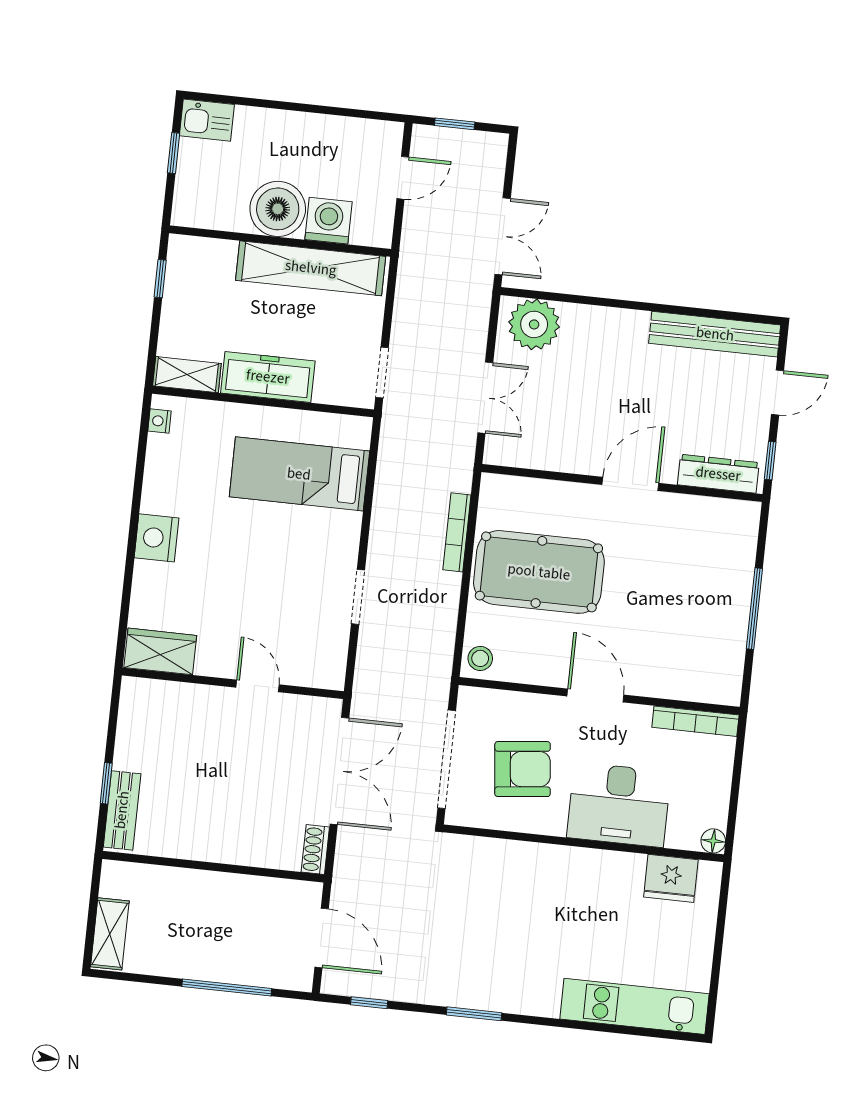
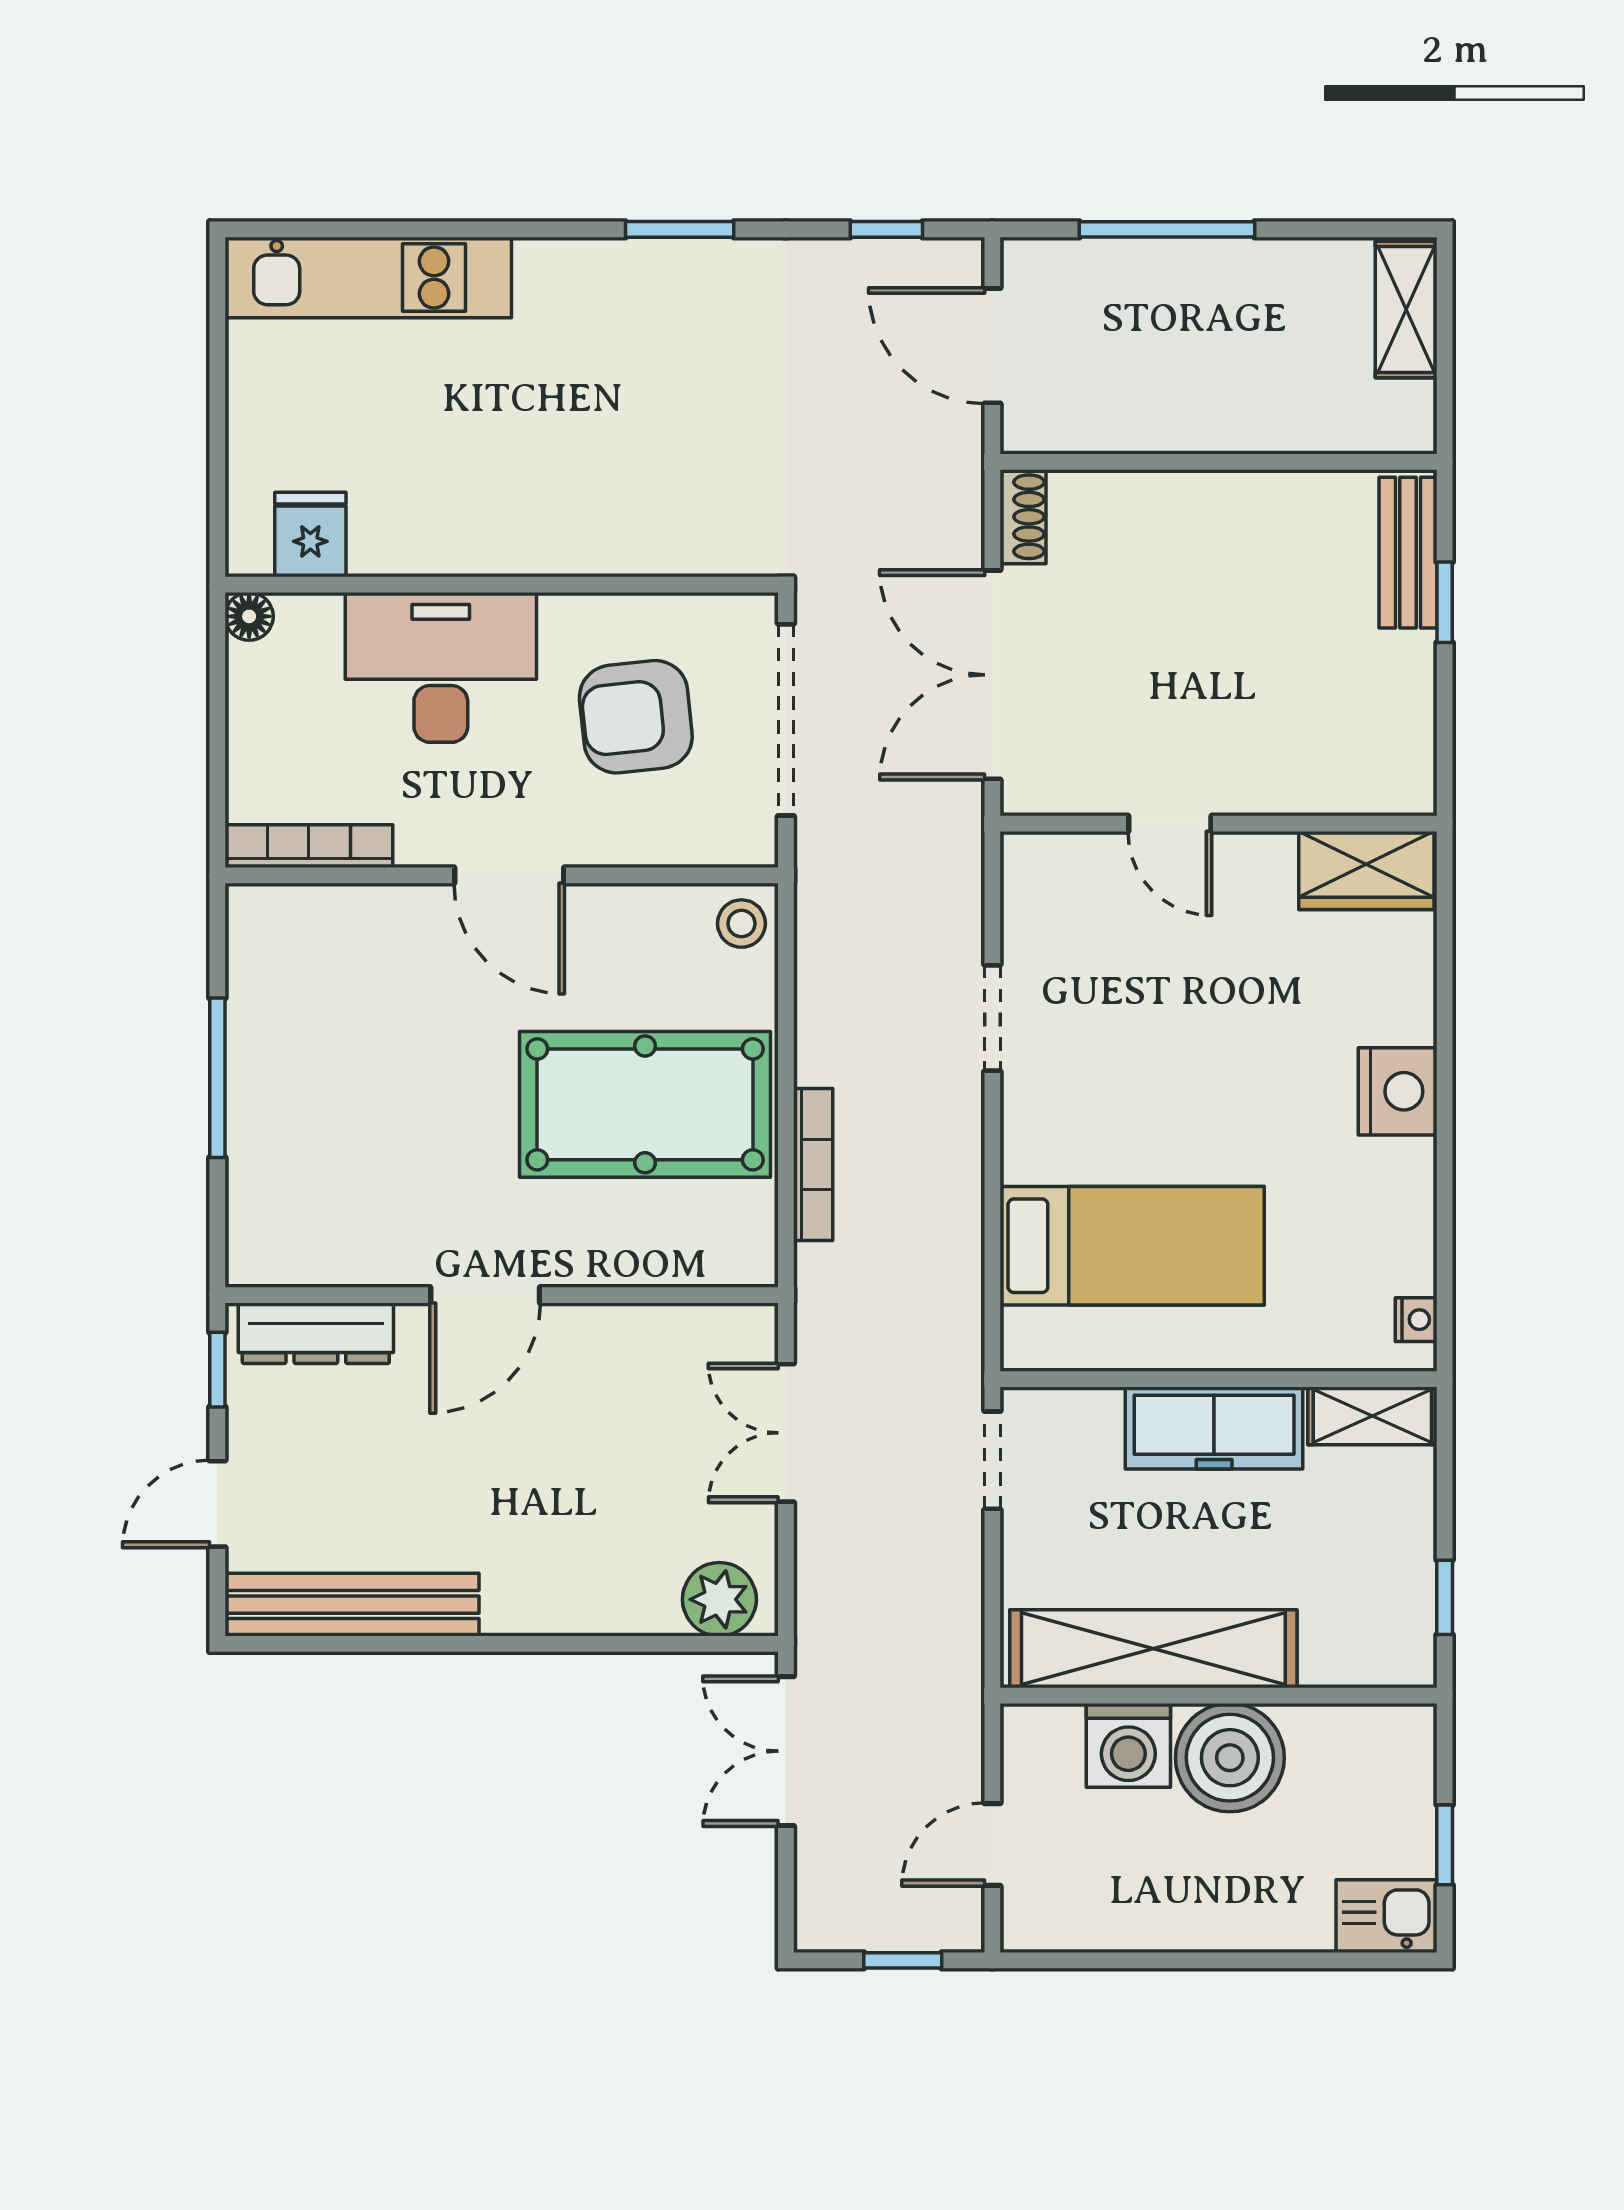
plant: (534, 324) -> (719, 1599), width x0.73, depth x0.73
fridge: (671, 878) -> (310, 535), width x0.72

